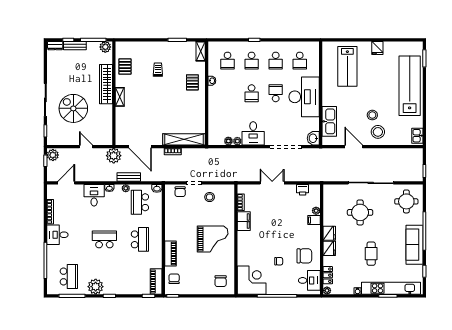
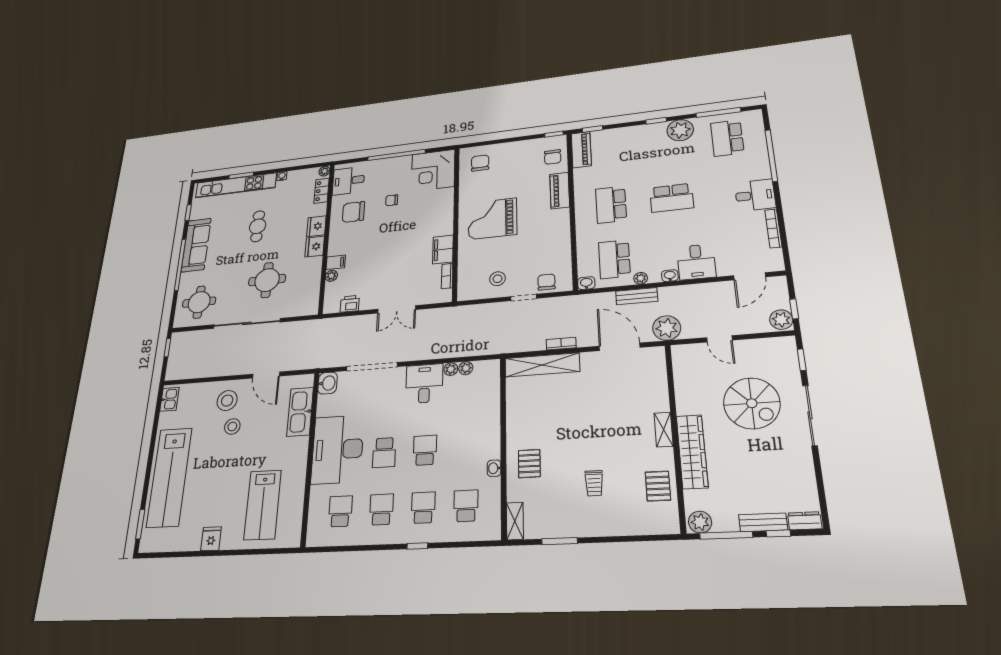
lab bench: (347, 66) -> (263, 505), turned 180
school desk: (140, 202) -> (614, 259), turned 180

